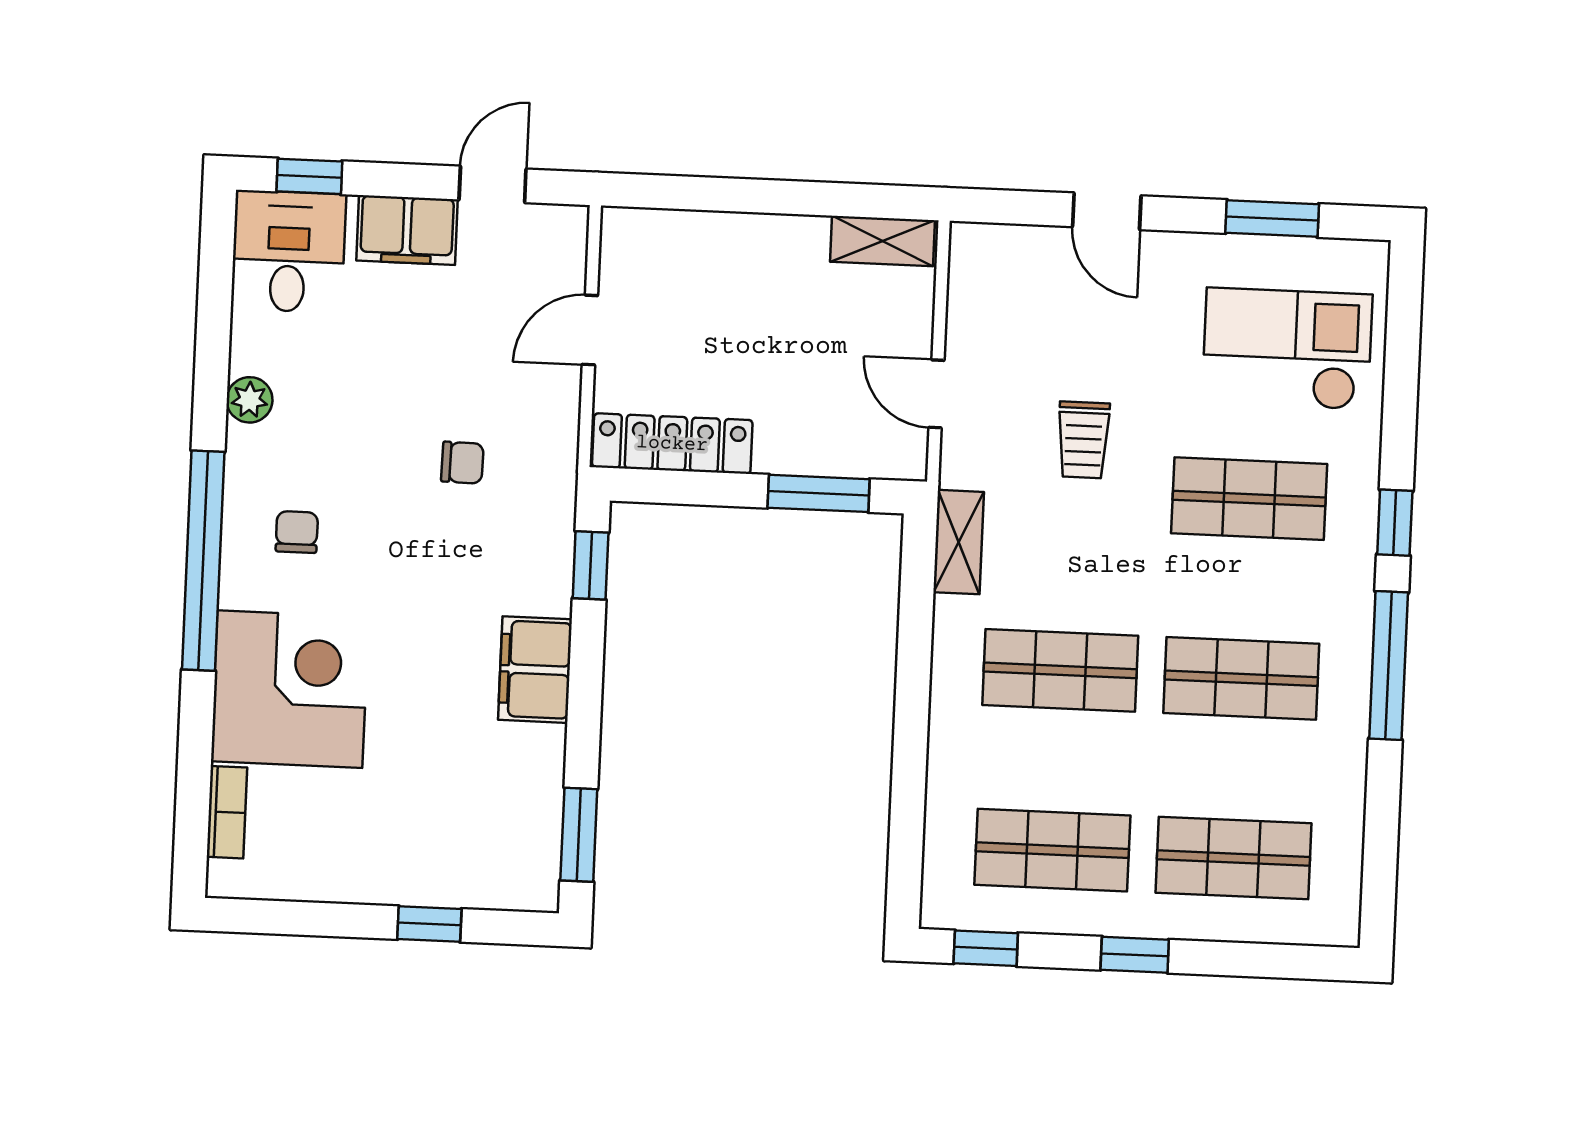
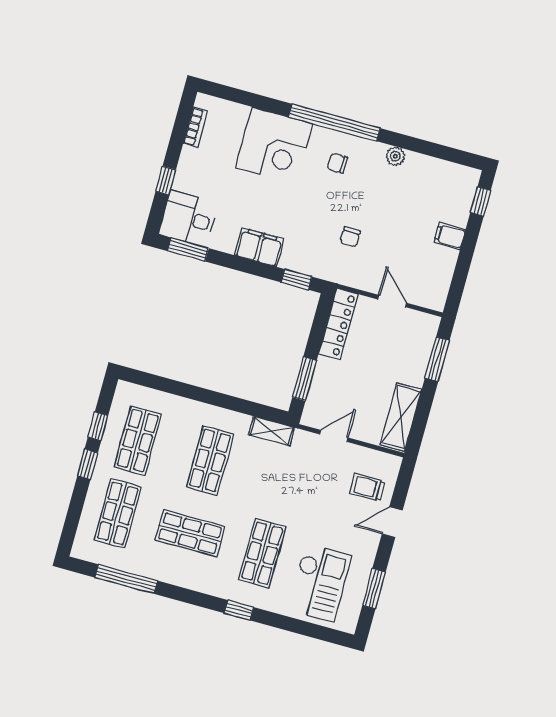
door: (493, 184) -> (460, 275), removed
window: (702, 194) -> (437, 359), added
filing cabinet: (407, 230) -> (450, 236), width x0.50
shelving: (883, 241) -> (401, 417), width x1.50, depth x1.33
desk: (288, 252) -> (188, 219), moved, turned 180
trolley: (1083, 440) -> (367, 487), moved
chair: (297, 532) -> (337, 163), turned 180
window: (1389, 666) -> (126, 579), moved
shop shelf: (1241, 678) -> (190, 533), turned 90
bookcase: (227, 812) -> (195, 127), moved, turned -90
window: (986, 948) -> (98, 426), moved

